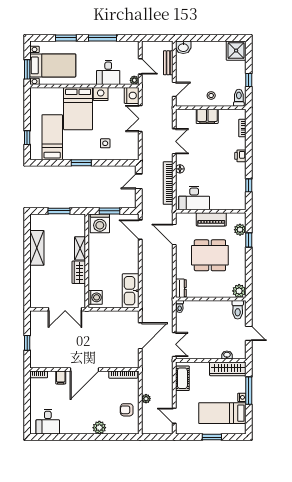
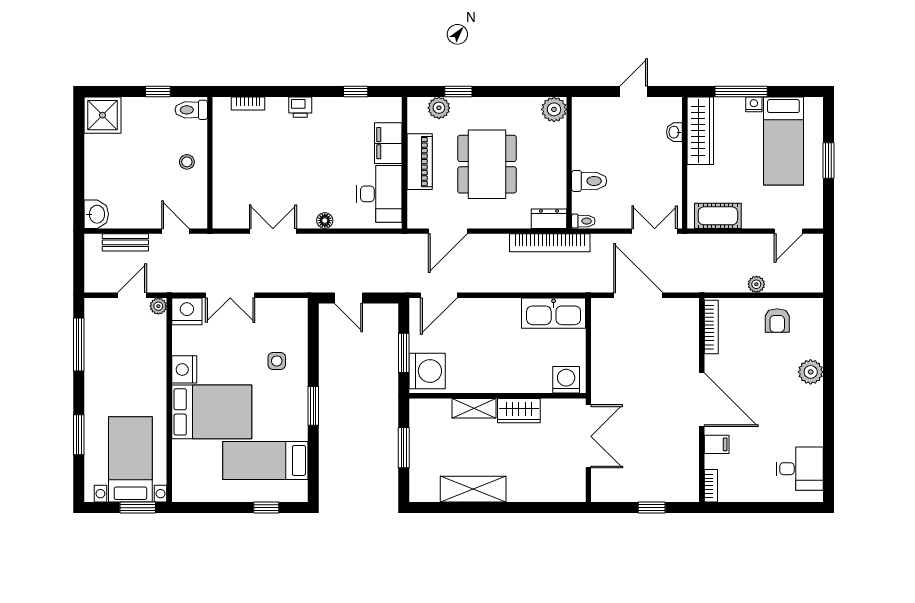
window: (103, 38) -> (79, 344), moved
desk: (108, 72) -> (143, 355), removed
filing cabinet: (207, 116) -> (388, 143), moved, turned 180
bookcase: (168, 183) -> (550, 243), moved
toilet: (238, 310) -> (589, 181), moved

